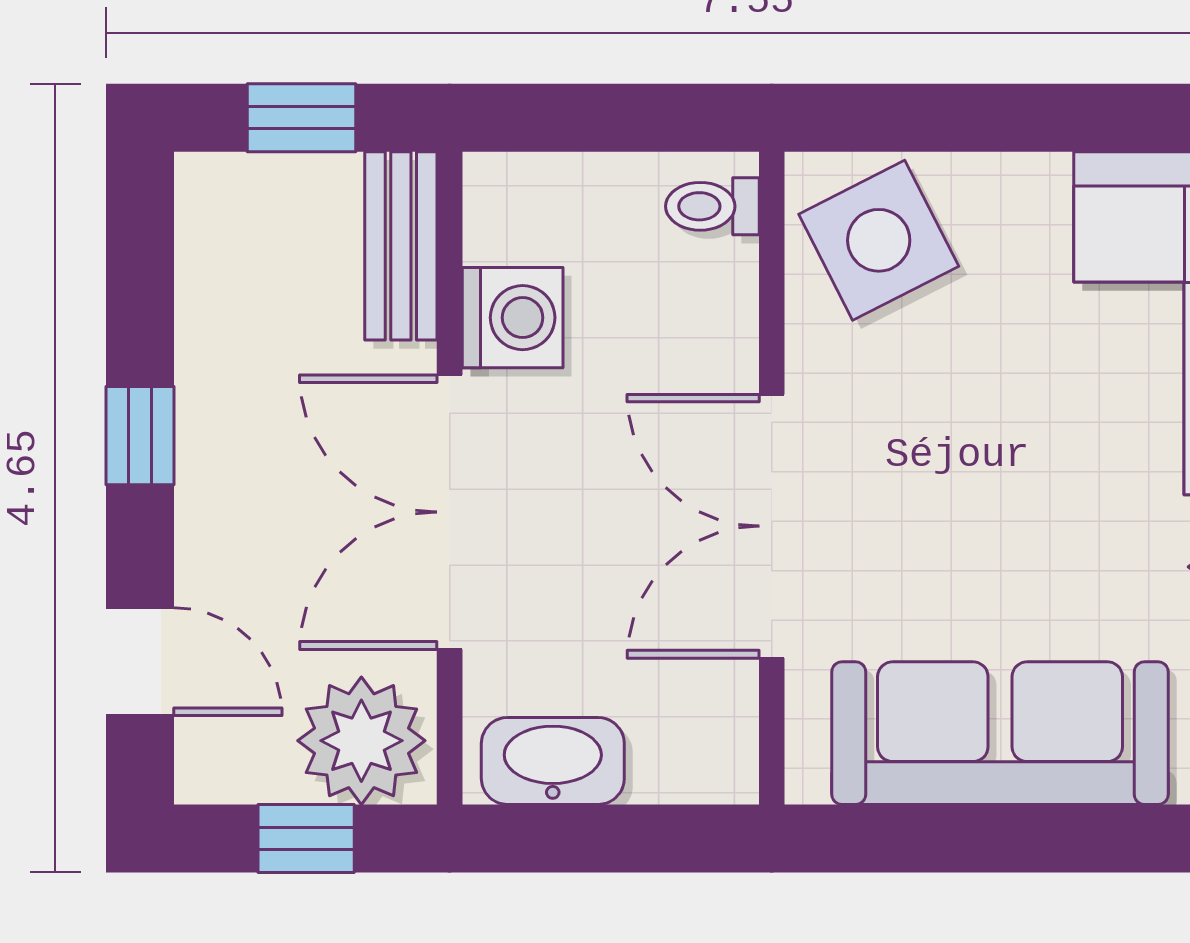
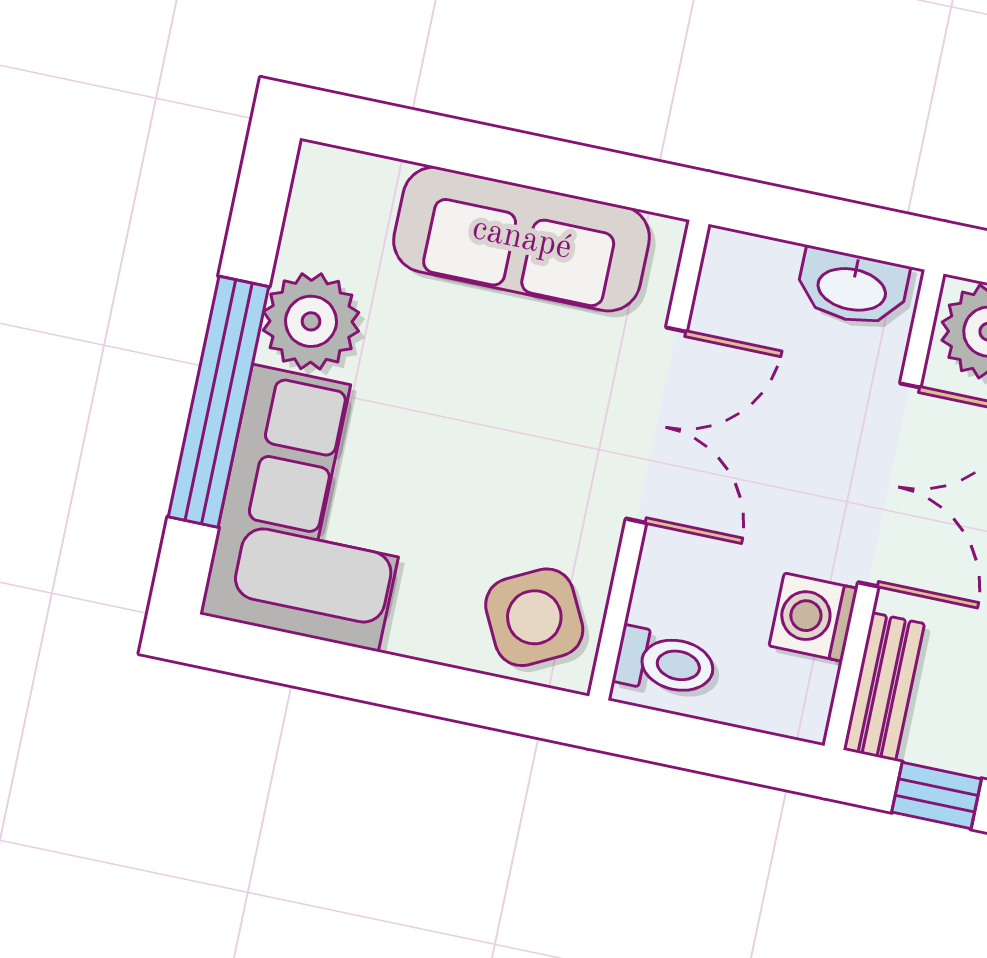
toilet: (712, 206) -> (665, 663), width x1.37, depth x1.39

